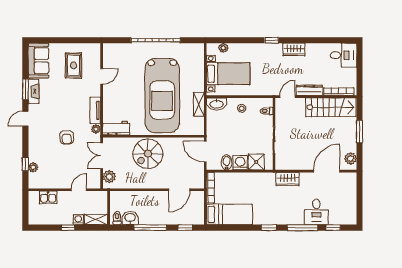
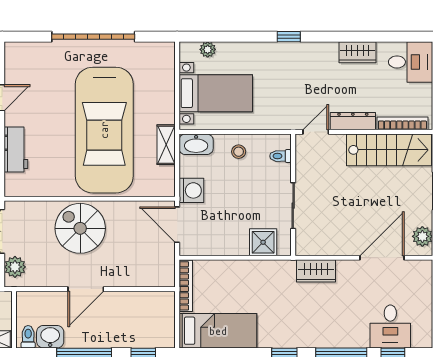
wardrobe: (294, 49) -> (358, 52), moved
workbench: (116, 128) -> (16, 150), moved, turned 90
spiral stairs: (148, 154) -> (80, 228), turned 90
bidet: (227, 162) -> (213, 243), removed
washing machine: (240, 163) -> (191, 190), moved, turned 90
door: (179, 190) -> (86, 289), moved
desk: (316, 212) -> (390, 327), moved

